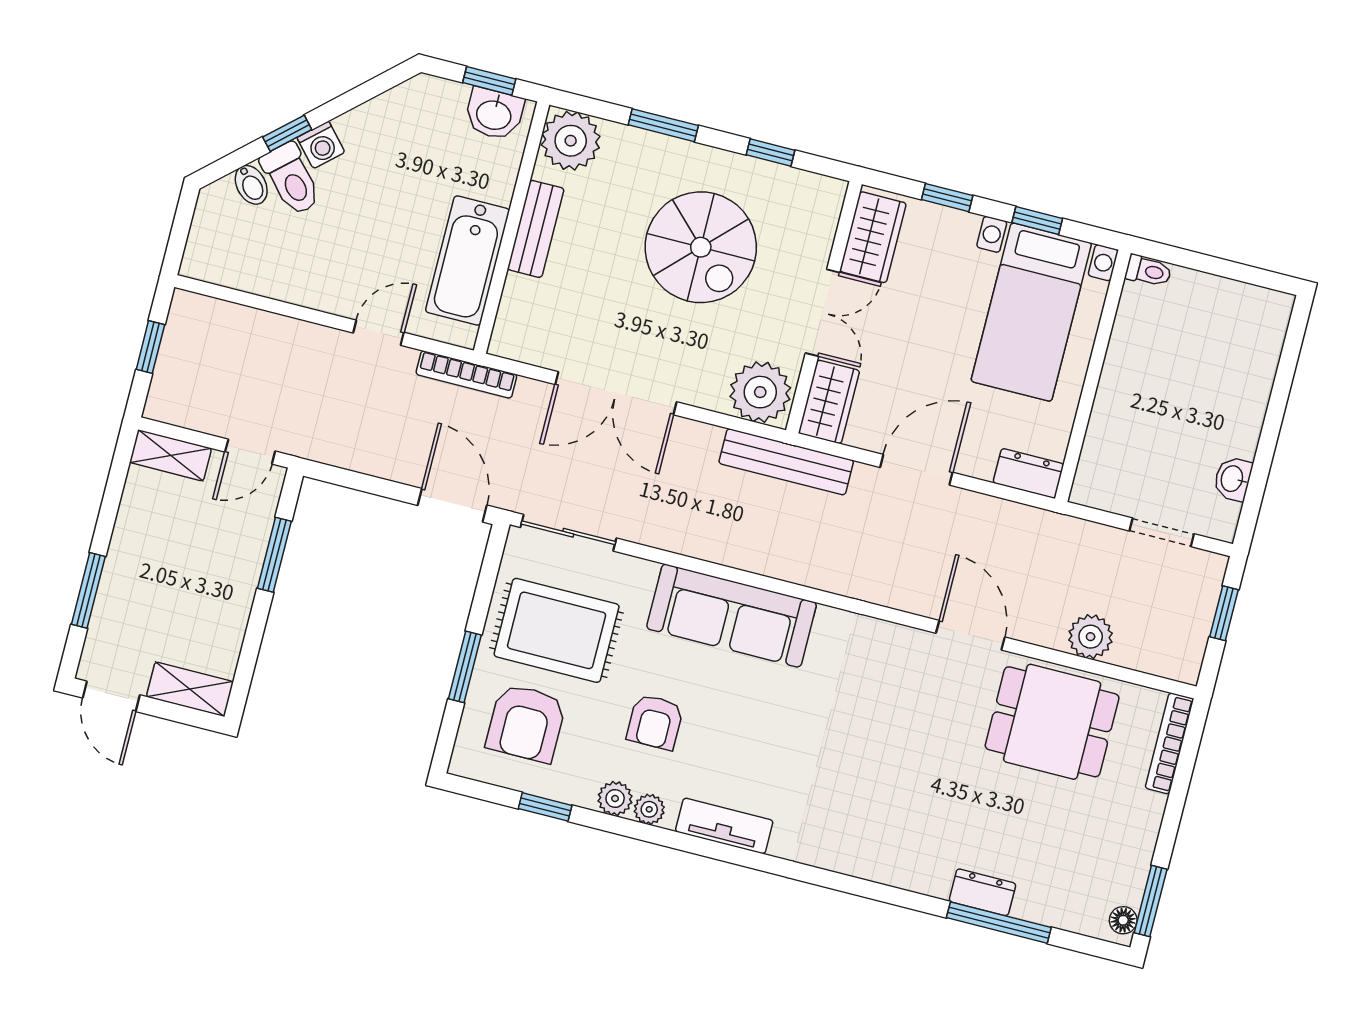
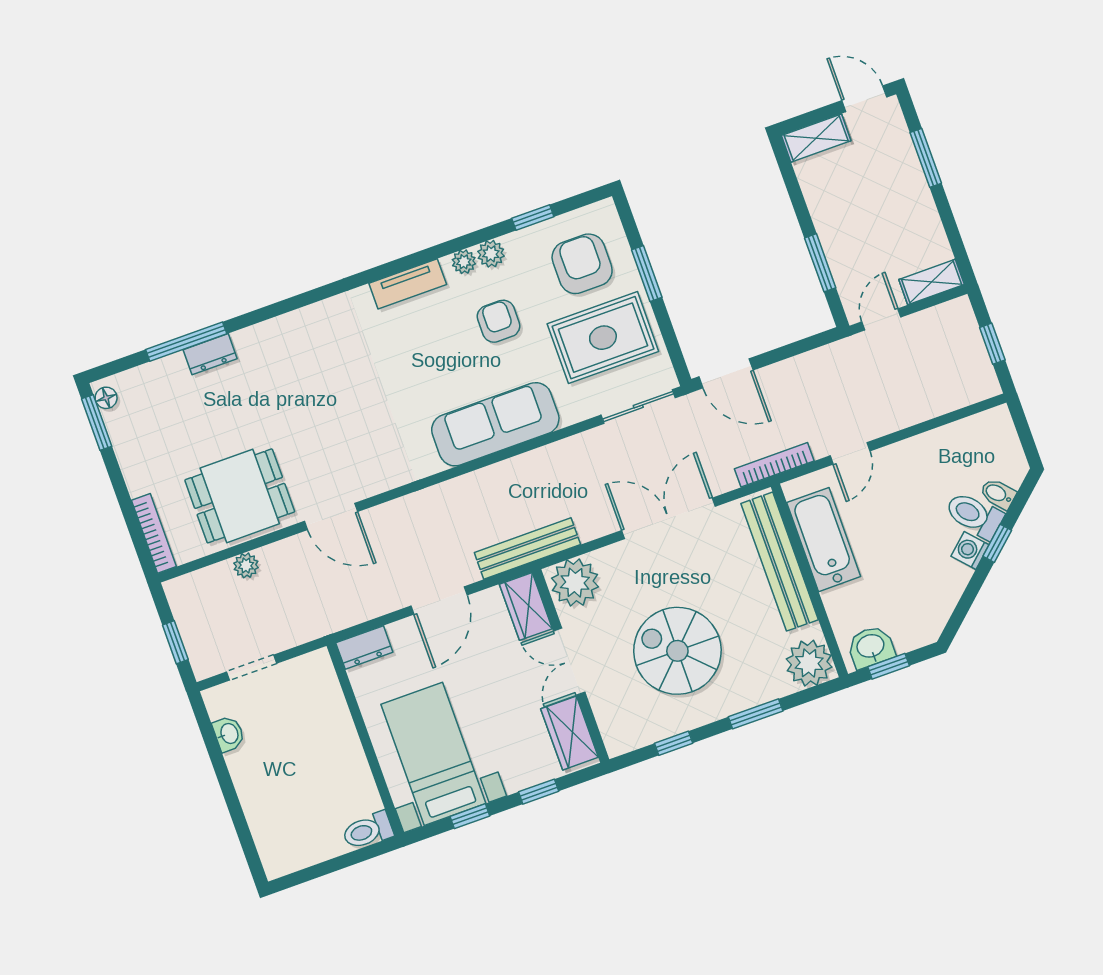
bench: (536, 229) -> (780, 562), width x1.86, depth x1.21
toilet: (1148, 271) -> (368, 831), width x1.37, depth x1.39
plant: (1091, 637) -> (246, 565), width x0.73, depth x0.73

